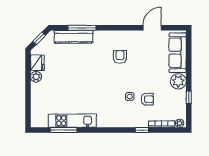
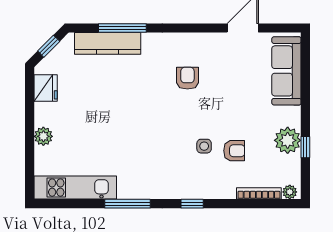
plant: (36, 77) -> (43, 136), moved
plant: (178, 81) -> (288, 140), moved
kitchen unit: (72, 121) -> (75, 188), moved
window: (64, 130) -> (128, 204), moved
window: (142, 130) -> (192, 204), moved

